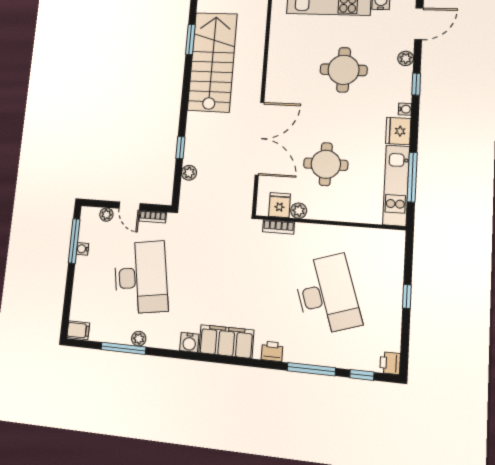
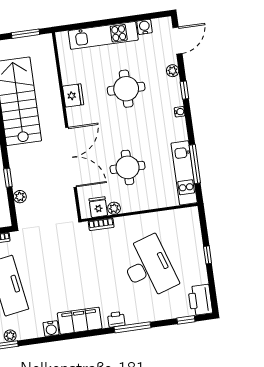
fridge: (398, 131) -> (73, 95), moved, turned 180
printer: (390, 363) -> (200, 300), width x1.87, depth x1.48
window: (311, 369) -> (133, 327), moved

